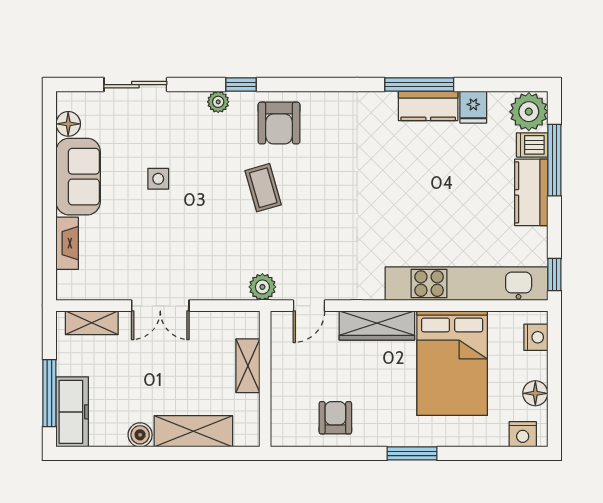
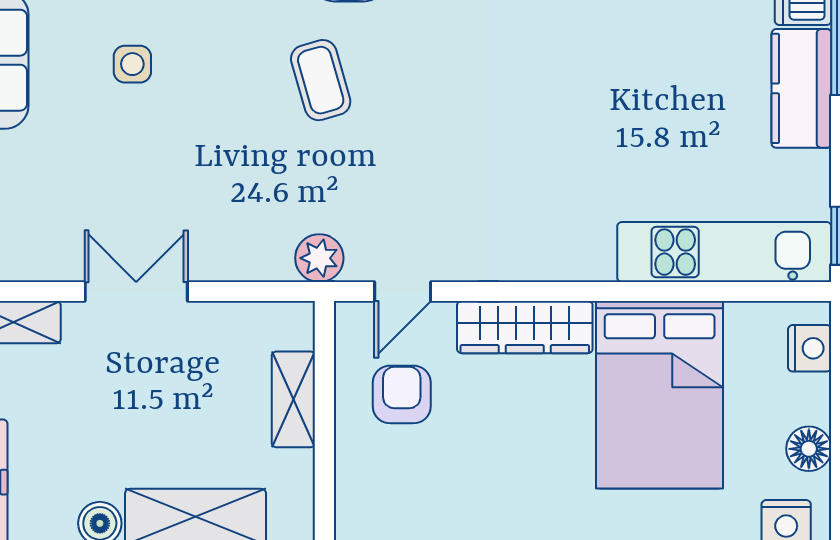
kitchen unit: (466, 284) -> (724, 252), width x0.73
double door: (160, 306) -> (136, 292), swing flipped
armchair: (335, 418) -> (402, 394), moved

